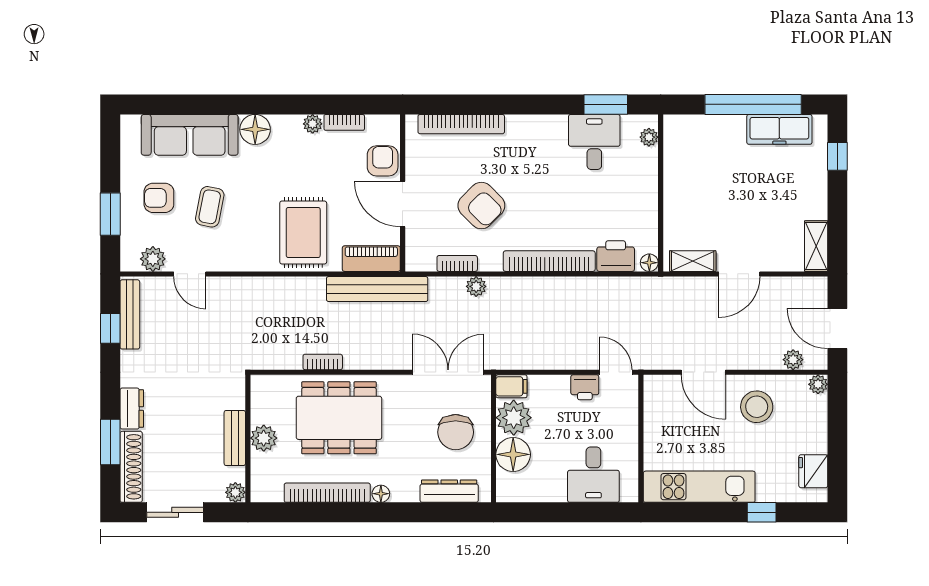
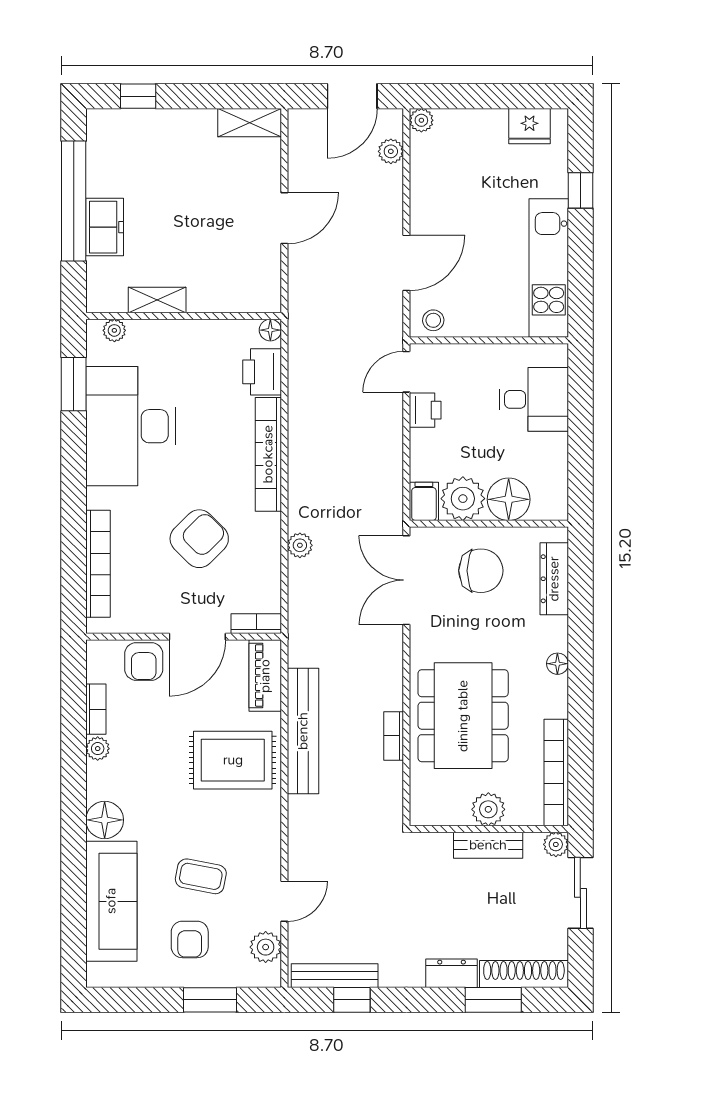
freezer: (779, 129) -> (105, 227), moved, width x0.71
desk: (594, 142) -> (131, 426), width x1.87, depth x1.30
armchair: (383, 161) -> (144, 661), turned -90
shelving: (693, 261) -> (157, 300), moved, turned 90
bookcase: (457, 263) -> (256, 624), moved, turned 90
door: (739, 274) -> (284, 218), hinge flipped
bench: (377, 289) -> (303, 731), moved
stool: (757, 407) -> (433, 320), moved, width x0.53, depth x0.53
bookcase: (327, 493) -> (556, 773), moved
sliding door: (175, 512) -> (580, 893), moved

